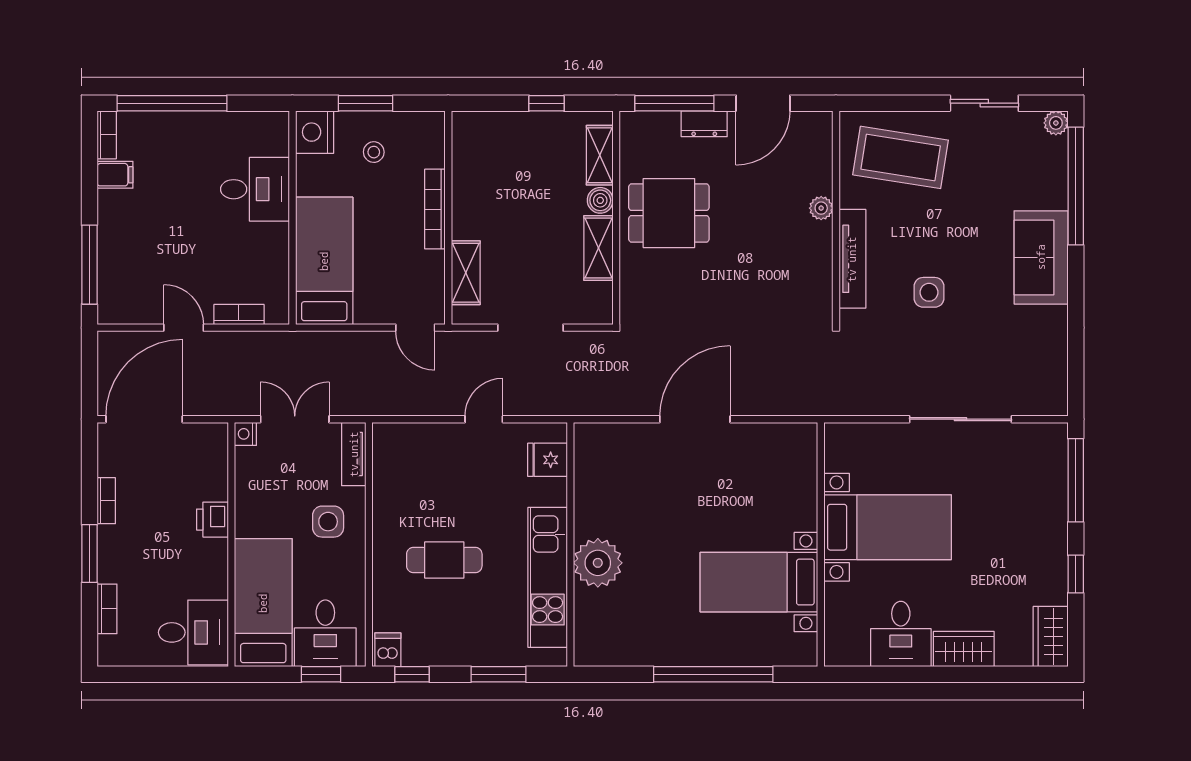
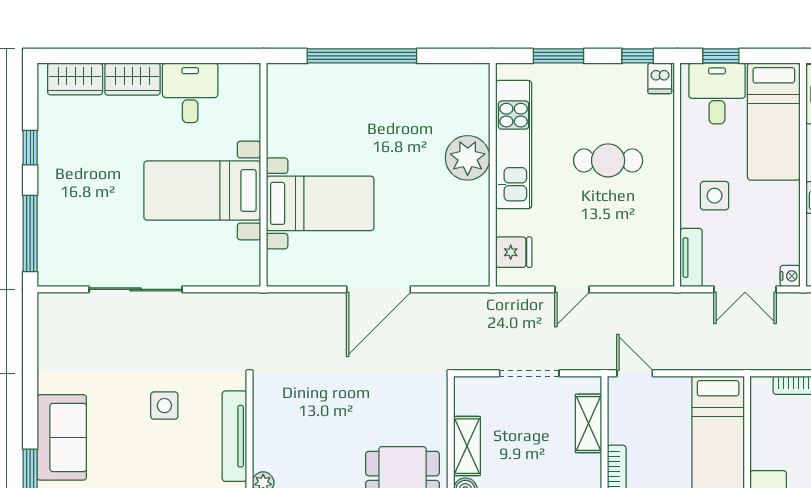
bed with nightstands: (759, 582) -> (320, 203), moved
wardrobe: (1051, 636) -> (75, 79), moved, turned 90

